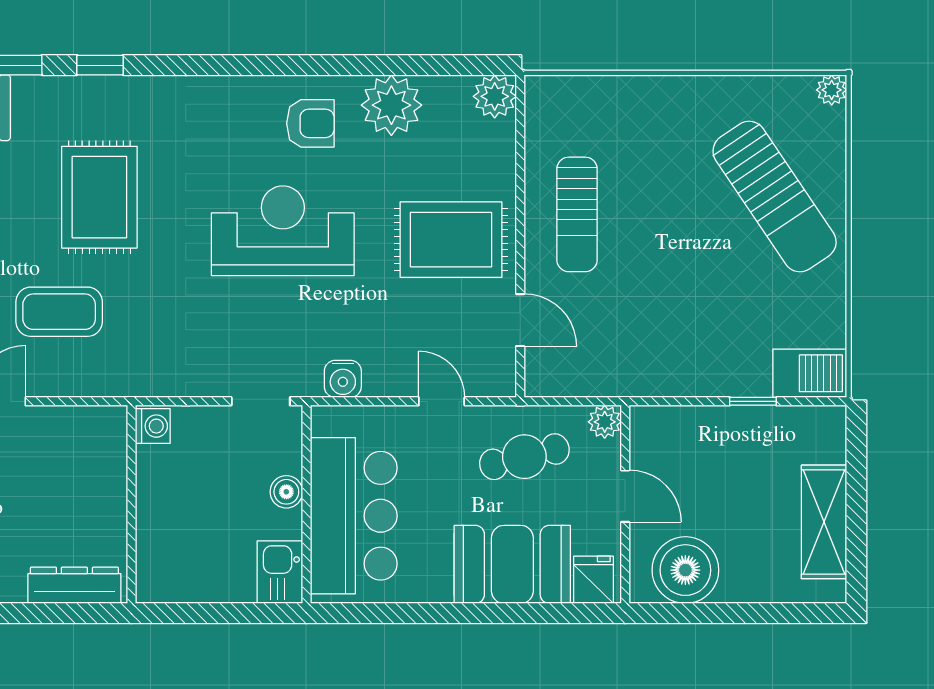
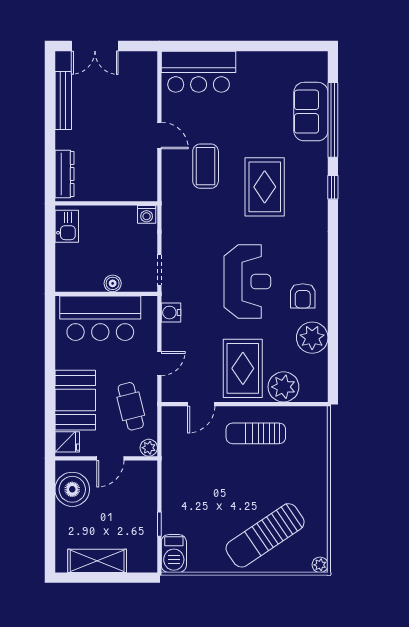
plant: (495, 96) -> (283, 387), moved, width x1.36, depth x1.36
rug: (99, 197) -> (265, 187), turned 90
kitchen sink: (280, 572) -> (67, 226), moved, turned 90

